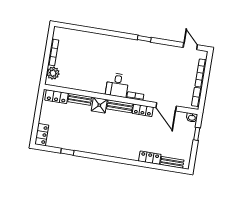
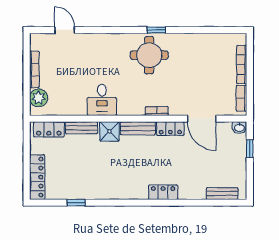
door: (190, 46) -> (65, 30), moved
round table: (136, 56) -> (149, 55), added
desk: (117, 85) -> (102, 100), moved
locker: (42, 135) -> (37, 177), width x1.53
locker: (150, 158) -> (163, 192), moved

